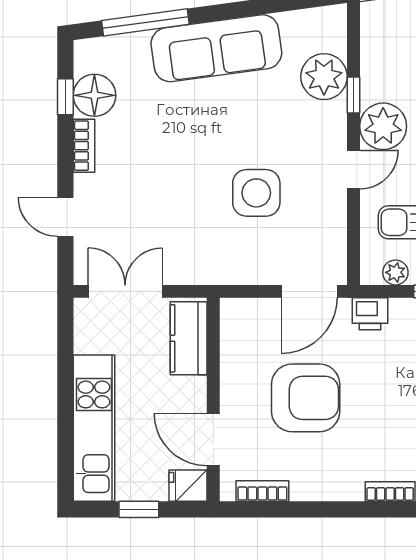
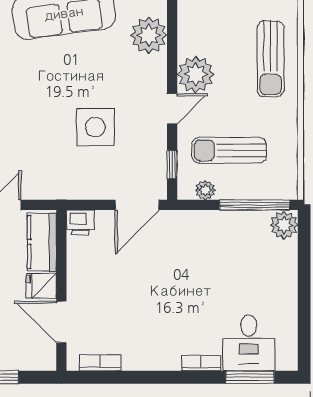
window: (353, 95) -> (172, 165), moved
printer: (370, 314) -> (80, 223), moved
armchair: (306, 398) -> (134, 289), removed
fridge: (188, 486) -> (41, 286), moved

